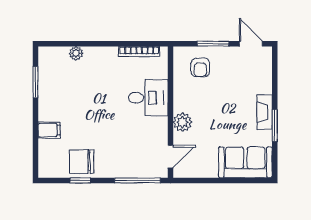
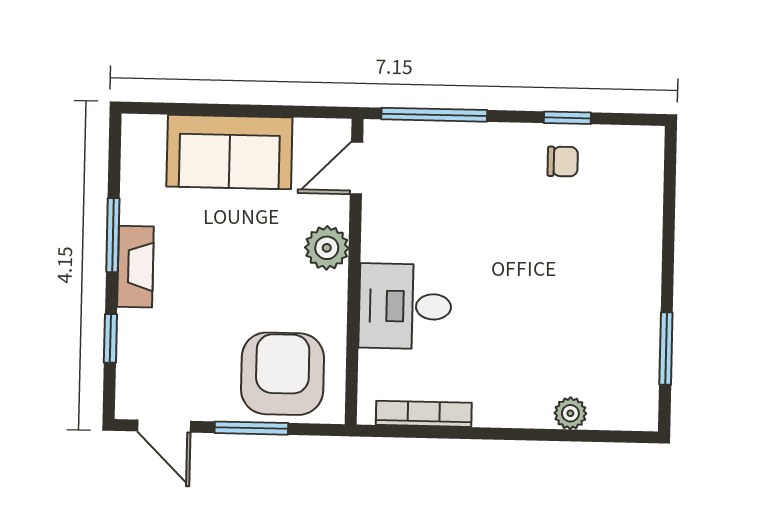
armchair: (200, 67) -> (282, 374), width x1.88, depth x1.88
window: (275, 81) -> (110, 338), added
filing cabinet: (49, 130) -> (637, 236), removed
chair: (82, 162) -> (563, 161), width x0.54, depth x0.54
sofa: (245, 162) -> (229, 152), moved

